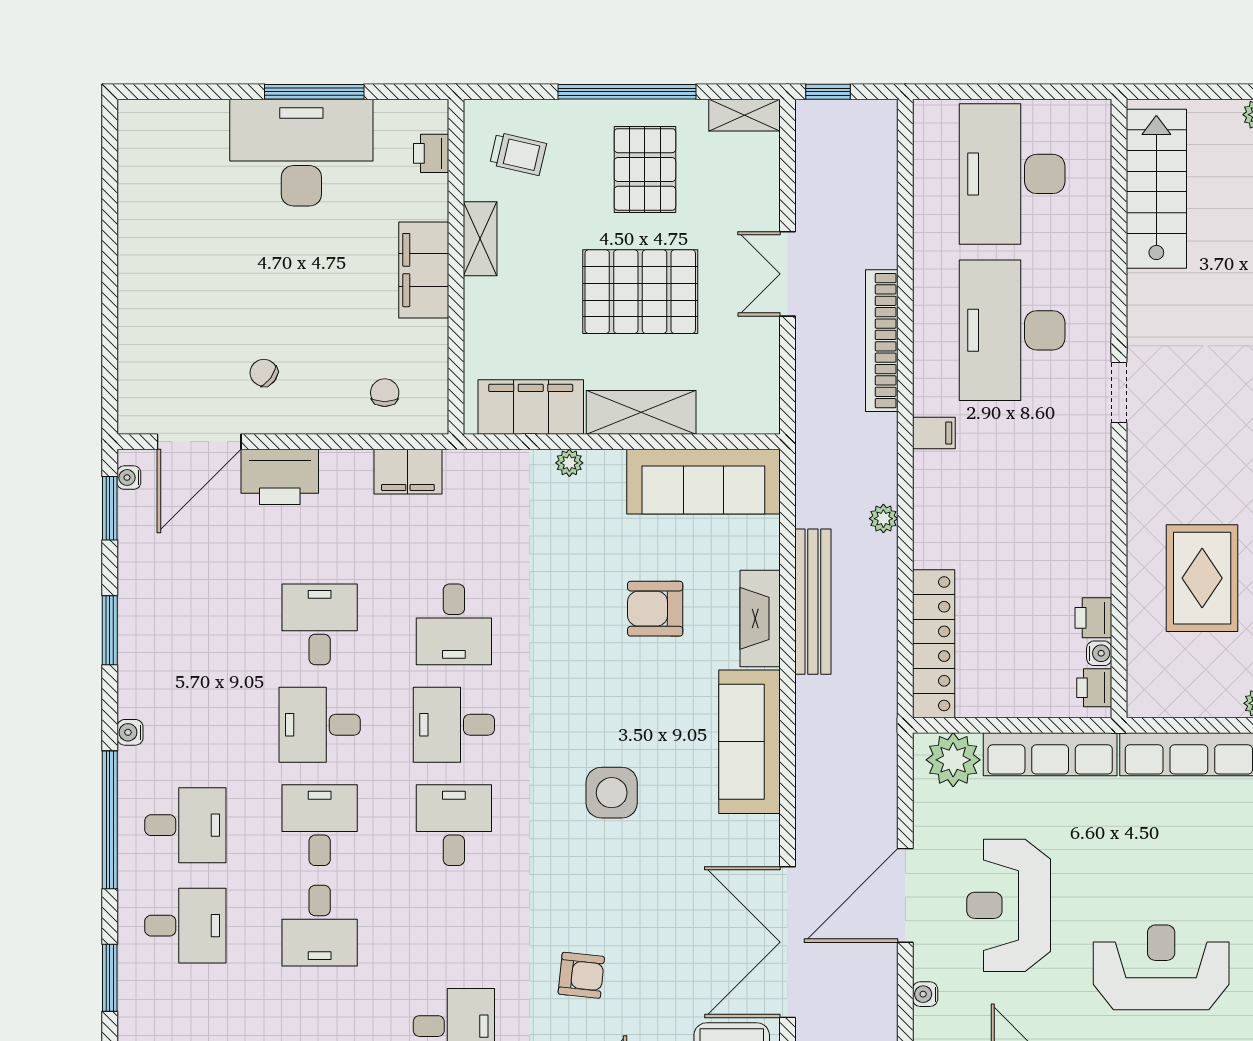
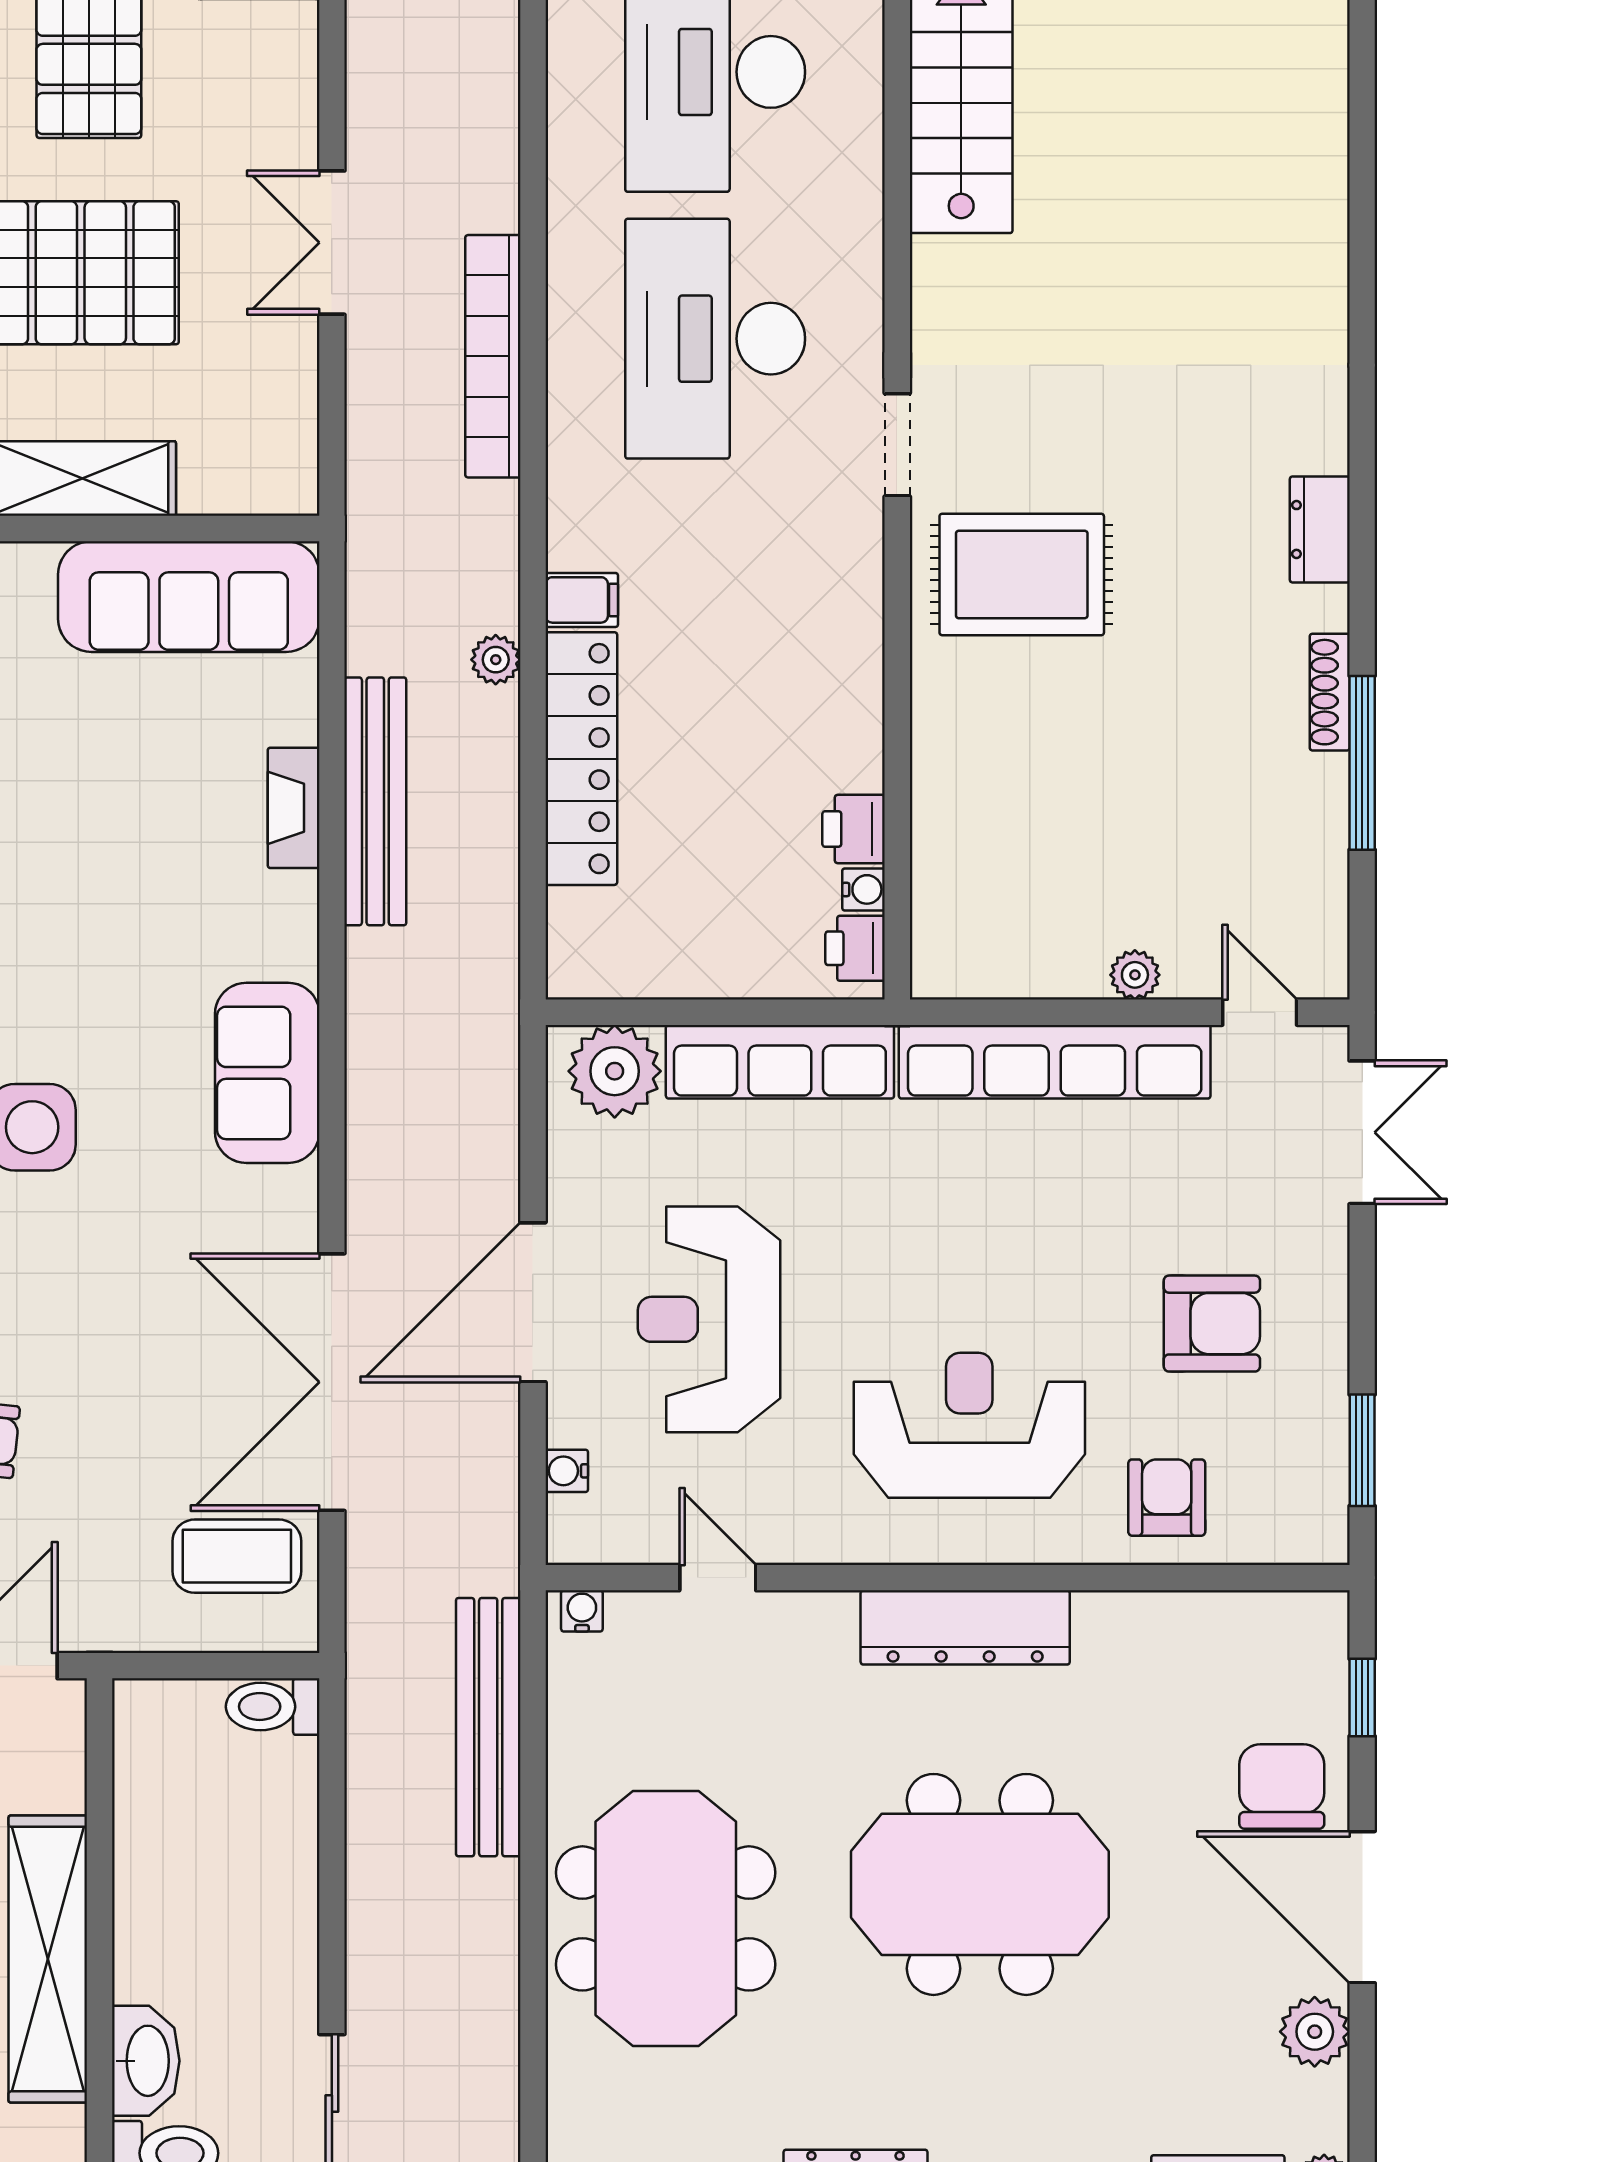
filing cabinet: (934, 433) -> (582, 600), moved
rug: (1202, 578) -> (1022, 574), moved, turned 90
armchair: (655, 609) -> (106, 813), removed
fireplace: (760, 618) -> (294, 808), width x0.73, depth x0.76
locker: (934, 644) -> (581, 759), moved
sofa: (749, 742) -> (267, 1073), width x0.73

